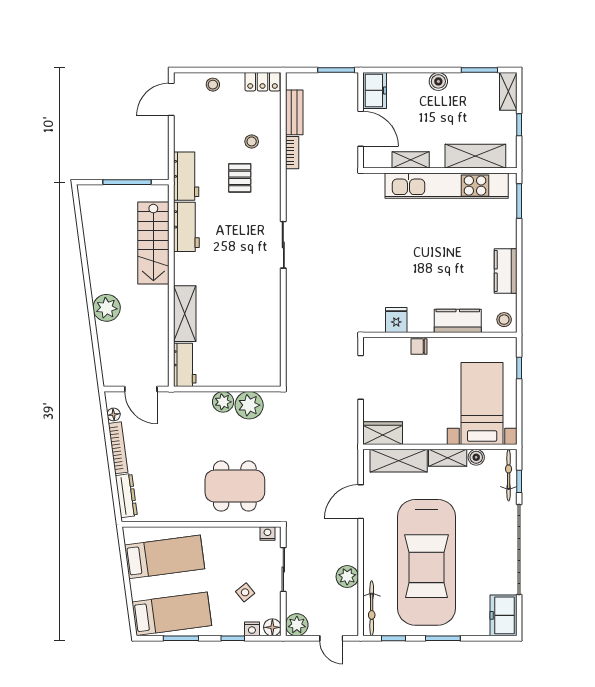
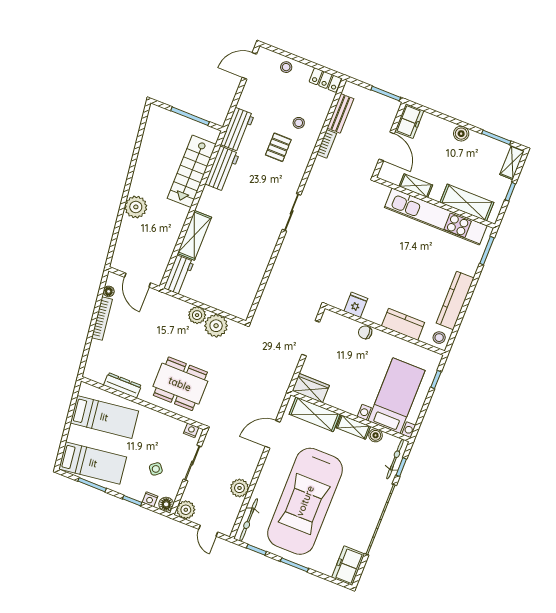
kitchen counter: (506, 271) -> (455, 300), width x1.50
dresser: (126, 496) -> (122, 385), moved, turned -82

